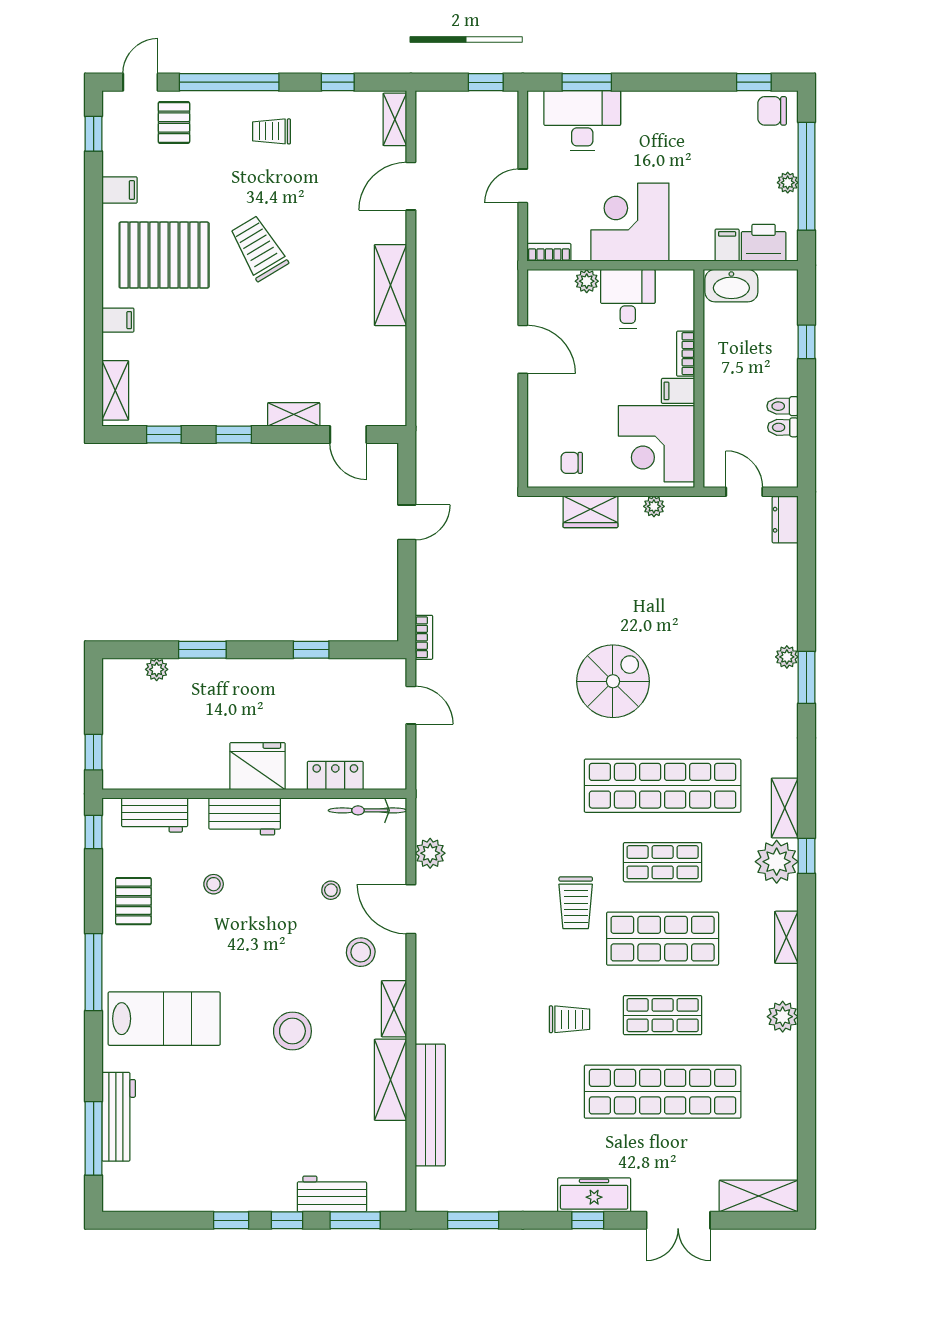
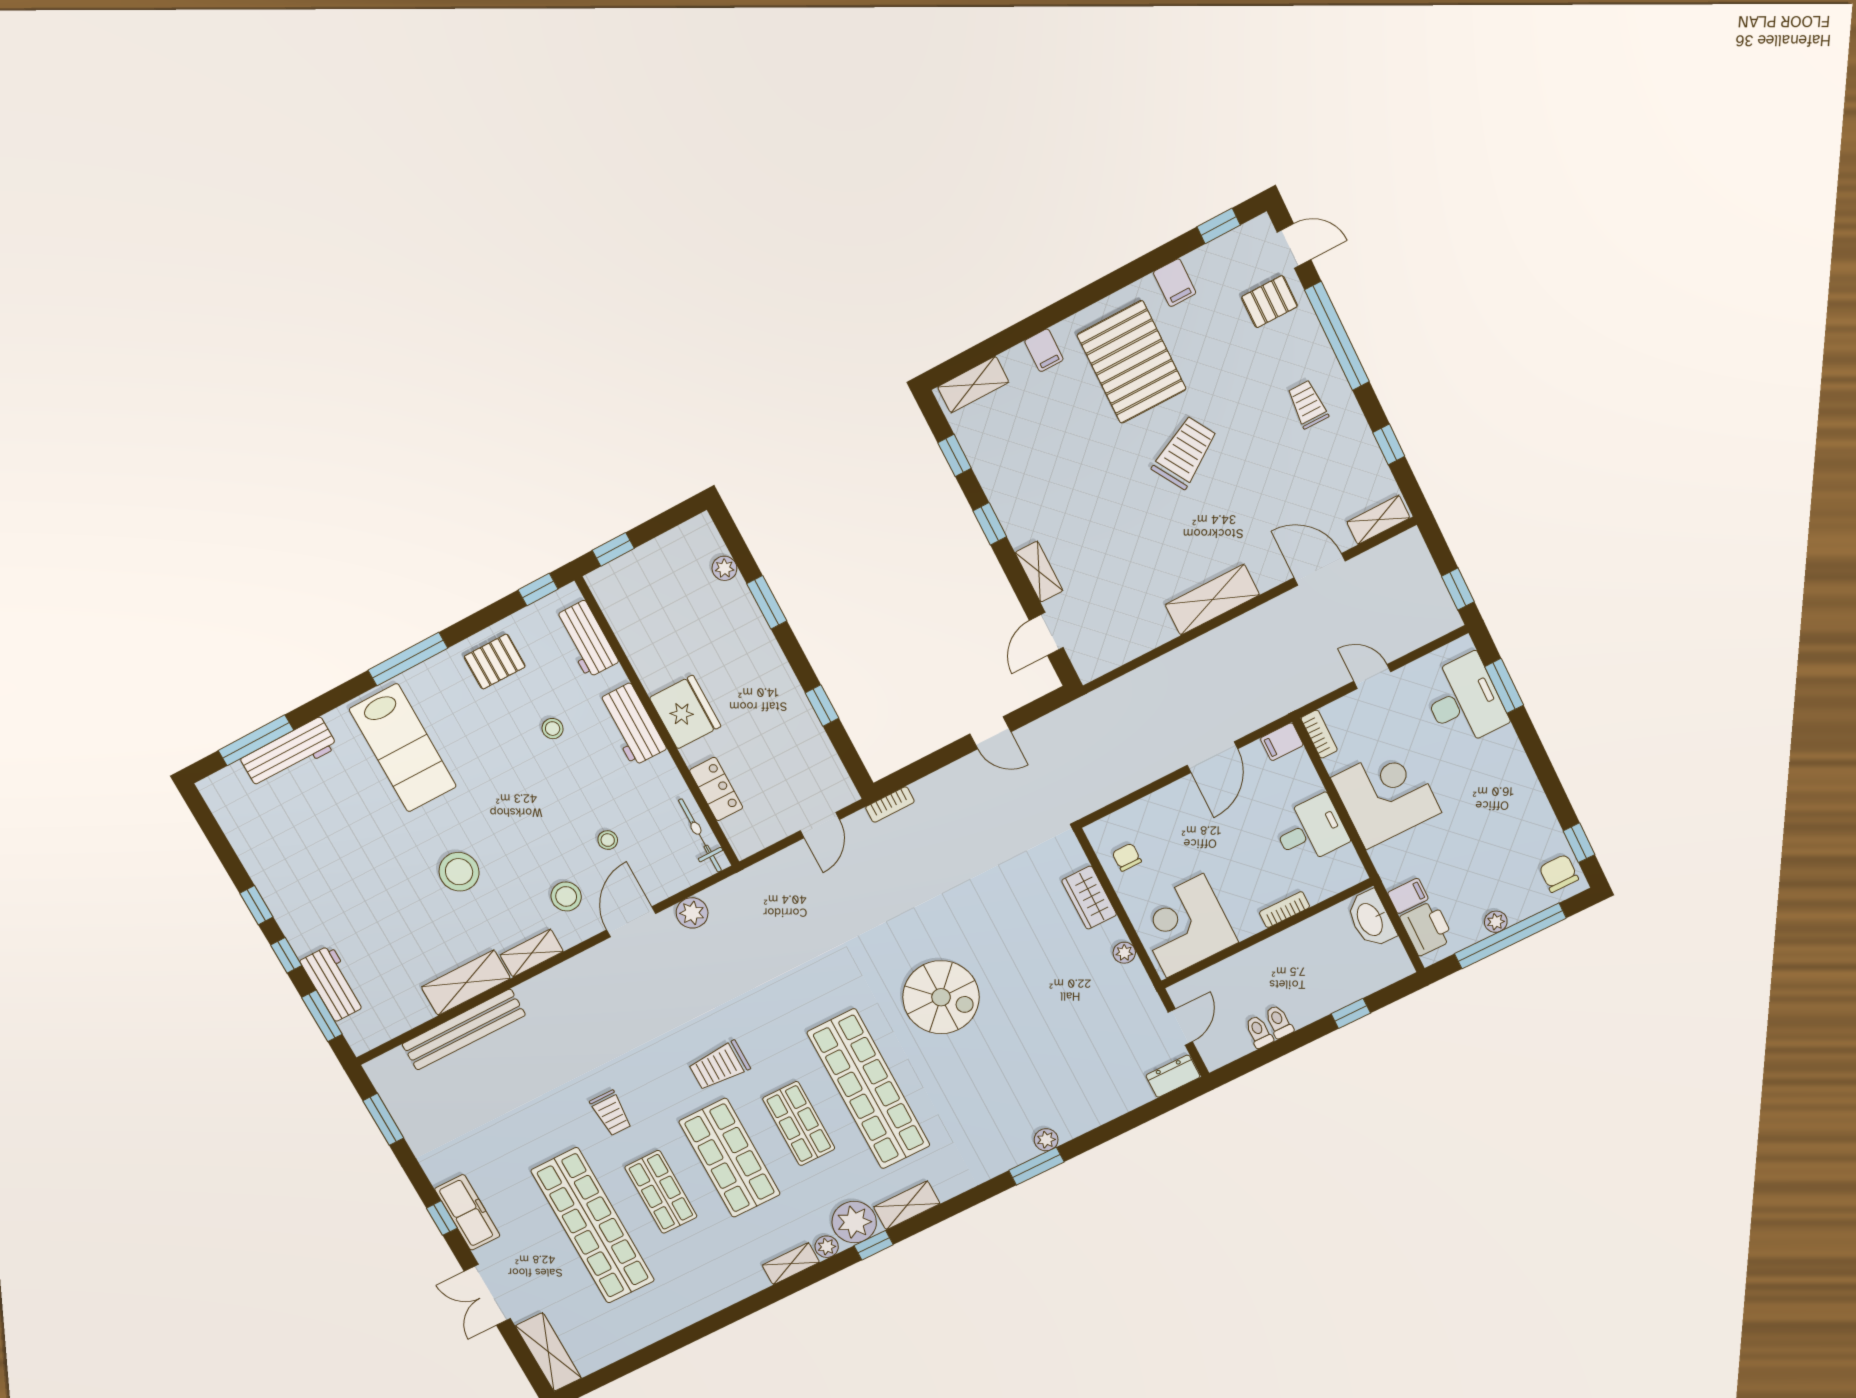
plant: (587, 281) -> (1309, 784), removed
filing cabinet: (678, 391) -> (1282, 742), moved, turned -90
plant: (783, 1017) -> (827, 1247), moved, width x0.73, depth x0.73

